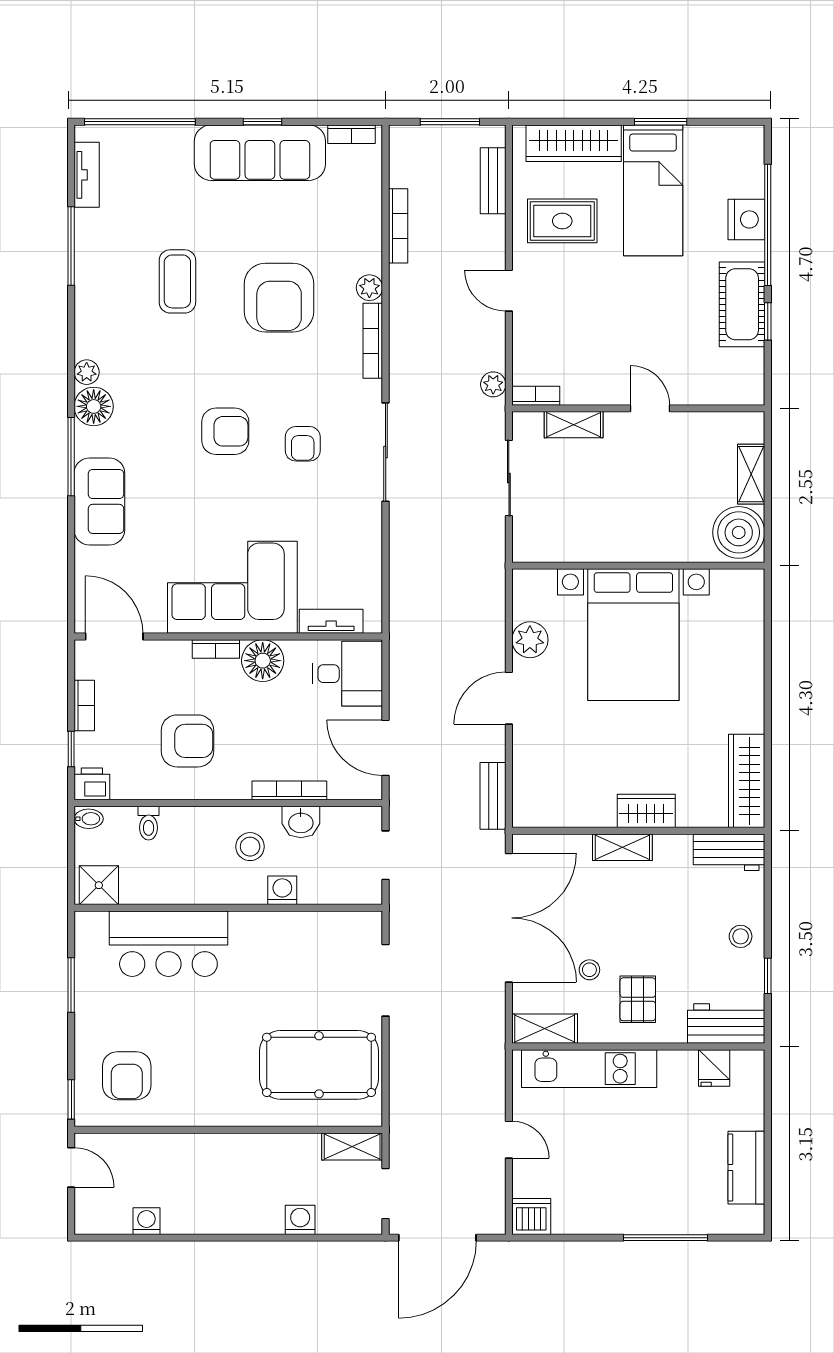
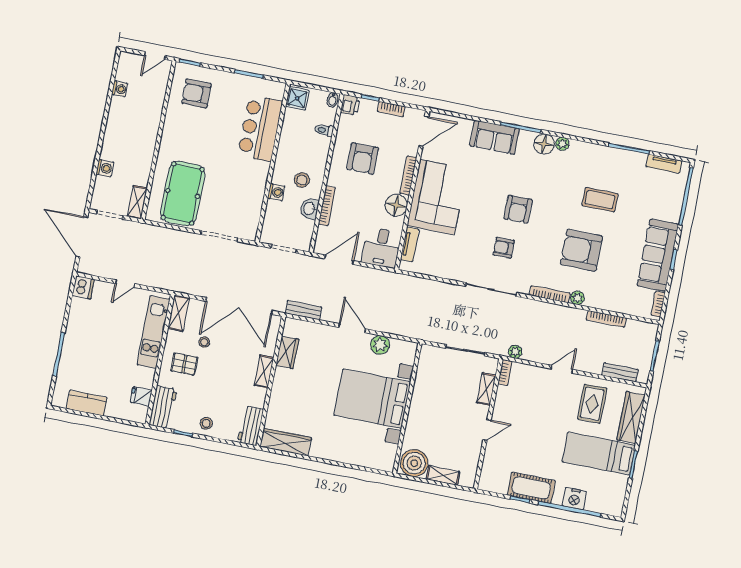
bookcase: (216, 649) -> (408, 176), width x1.56
wardrobe: (646, 811) -> (287, 352), moved

